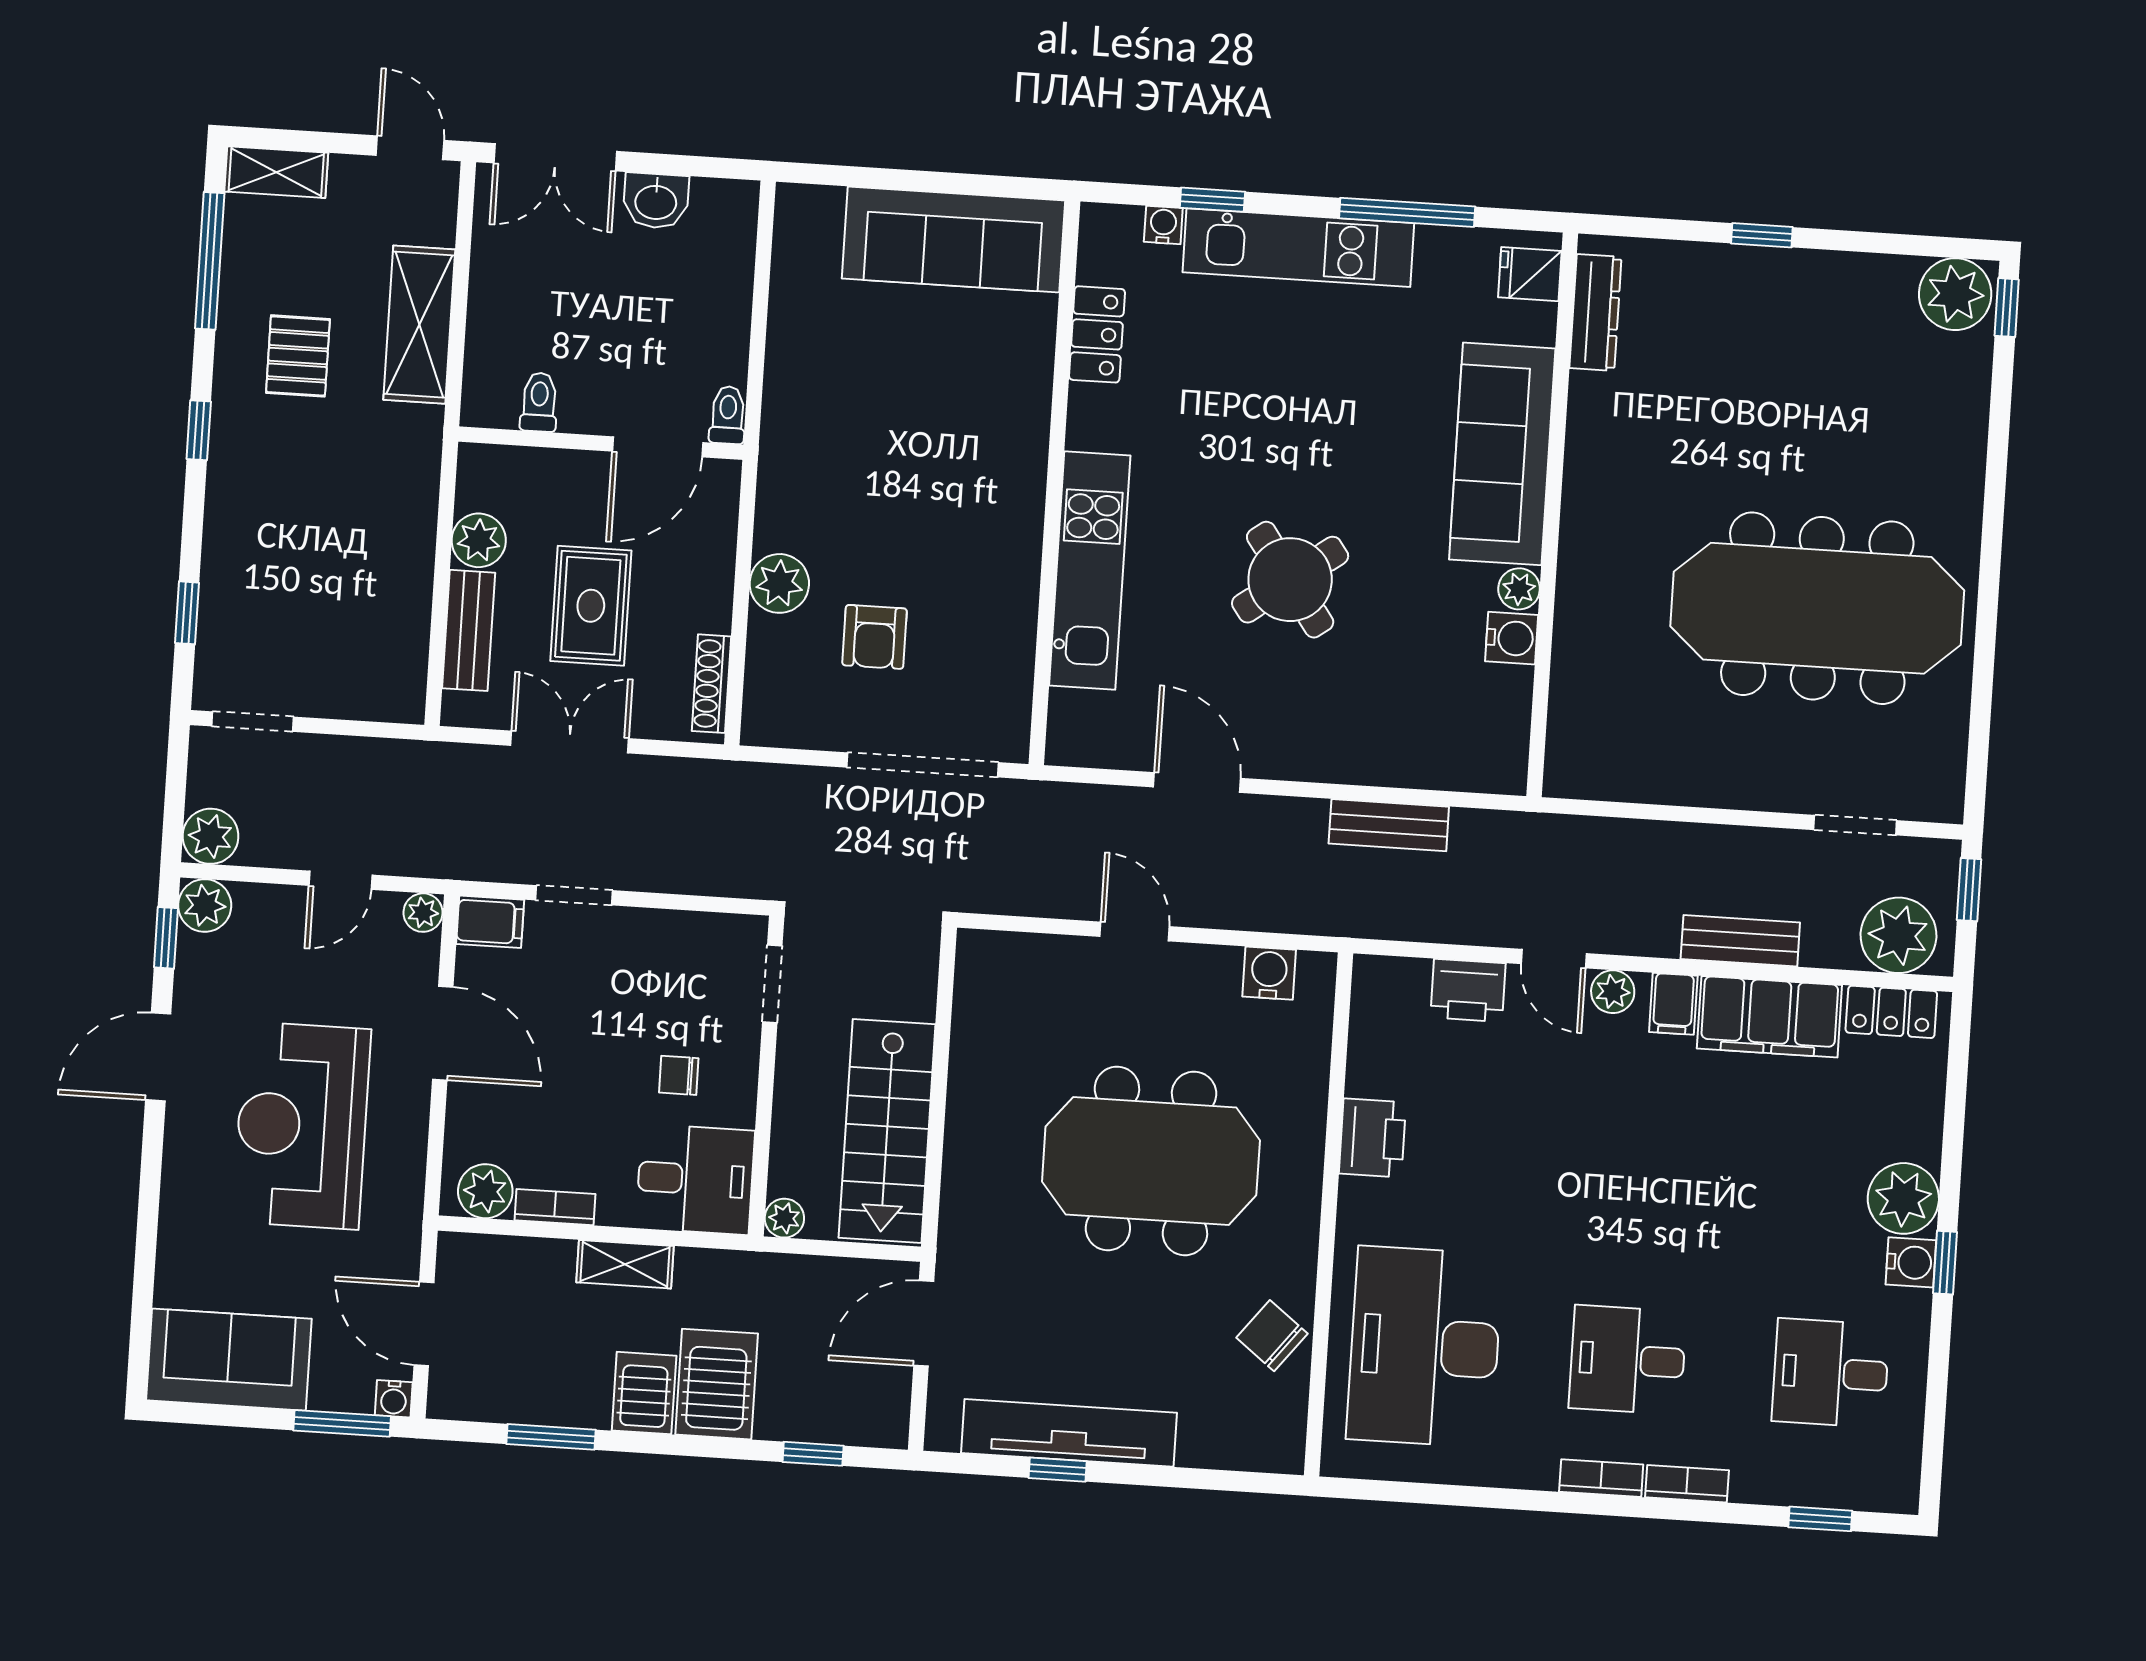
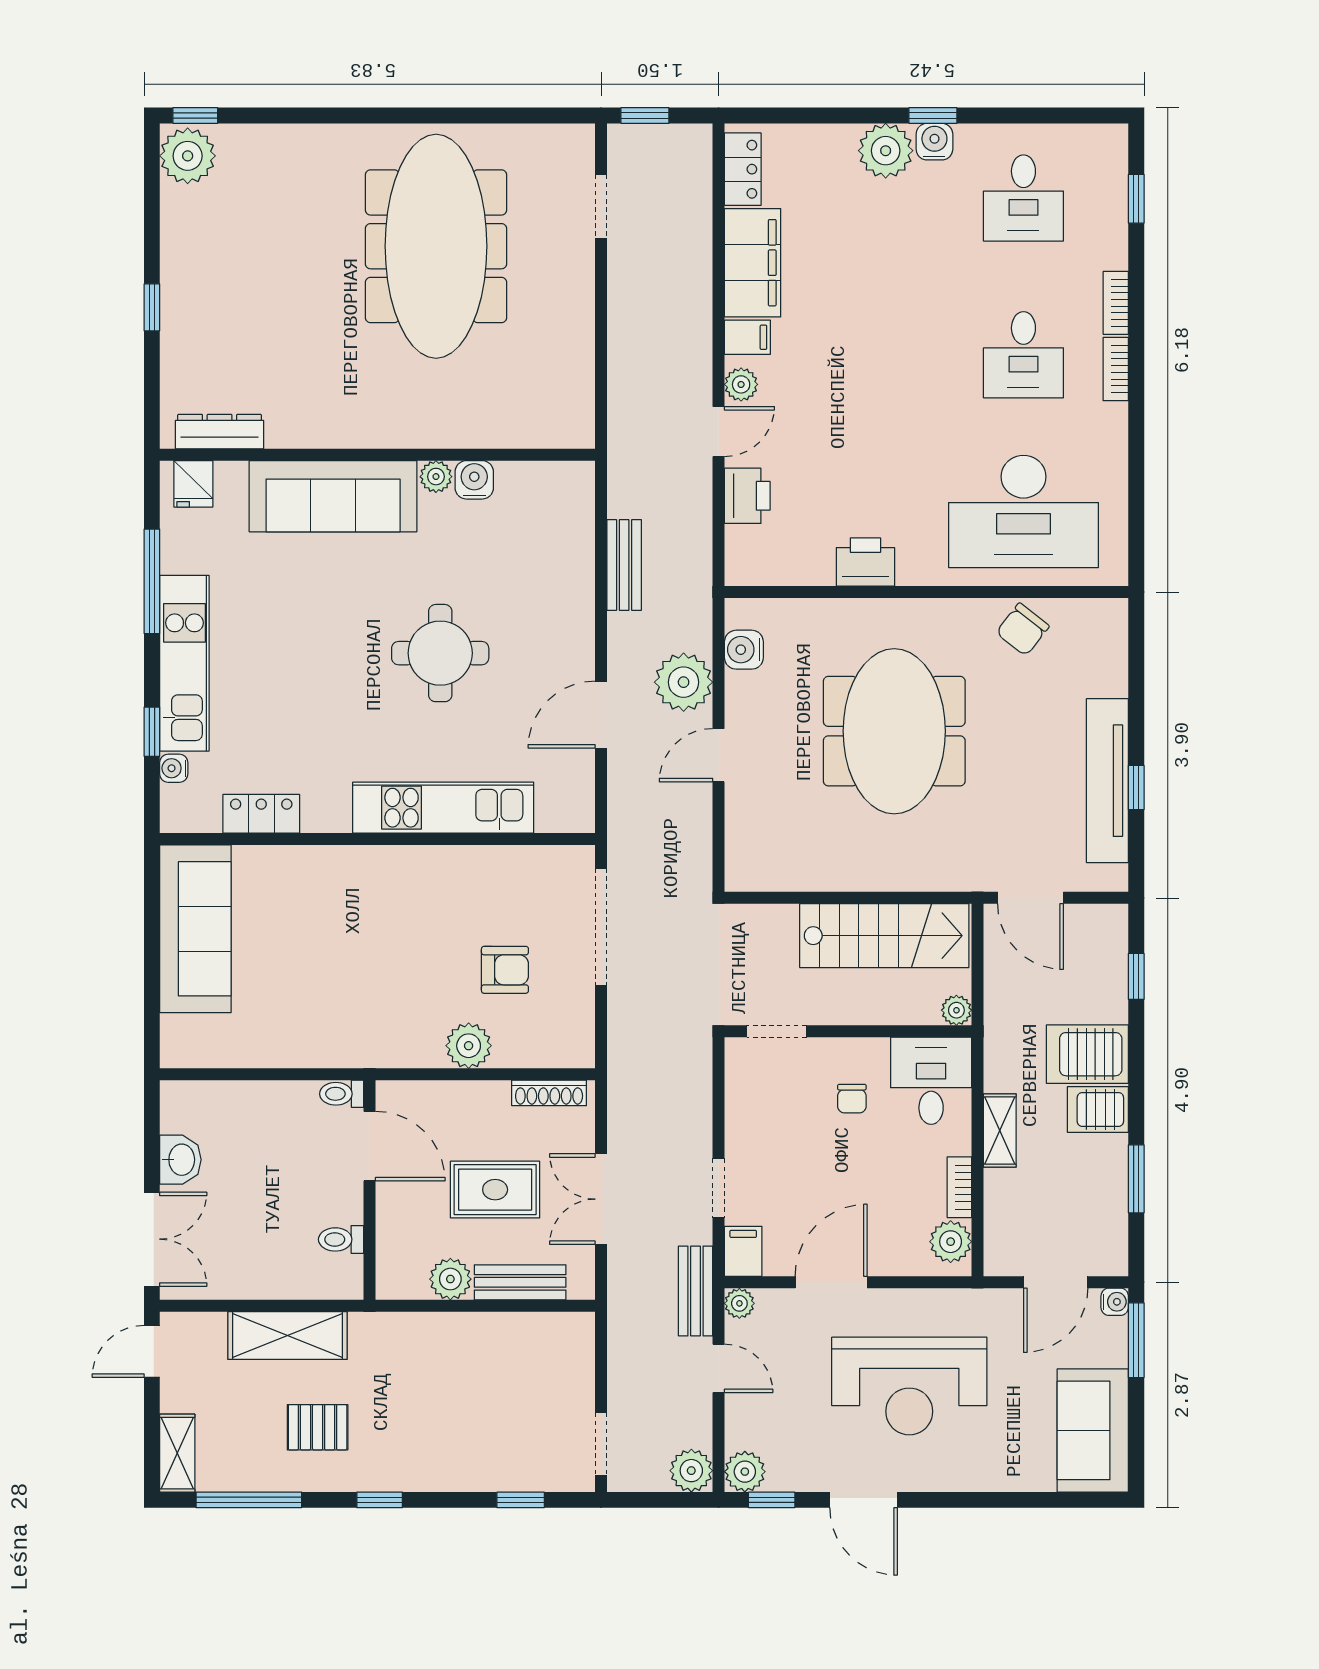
round table: (1290, 580) -> (440, 653), turned 36
plant: (1898, 935) -> (684, 682), moved
bench: (1740, 941) -> (696, 1291), moved

